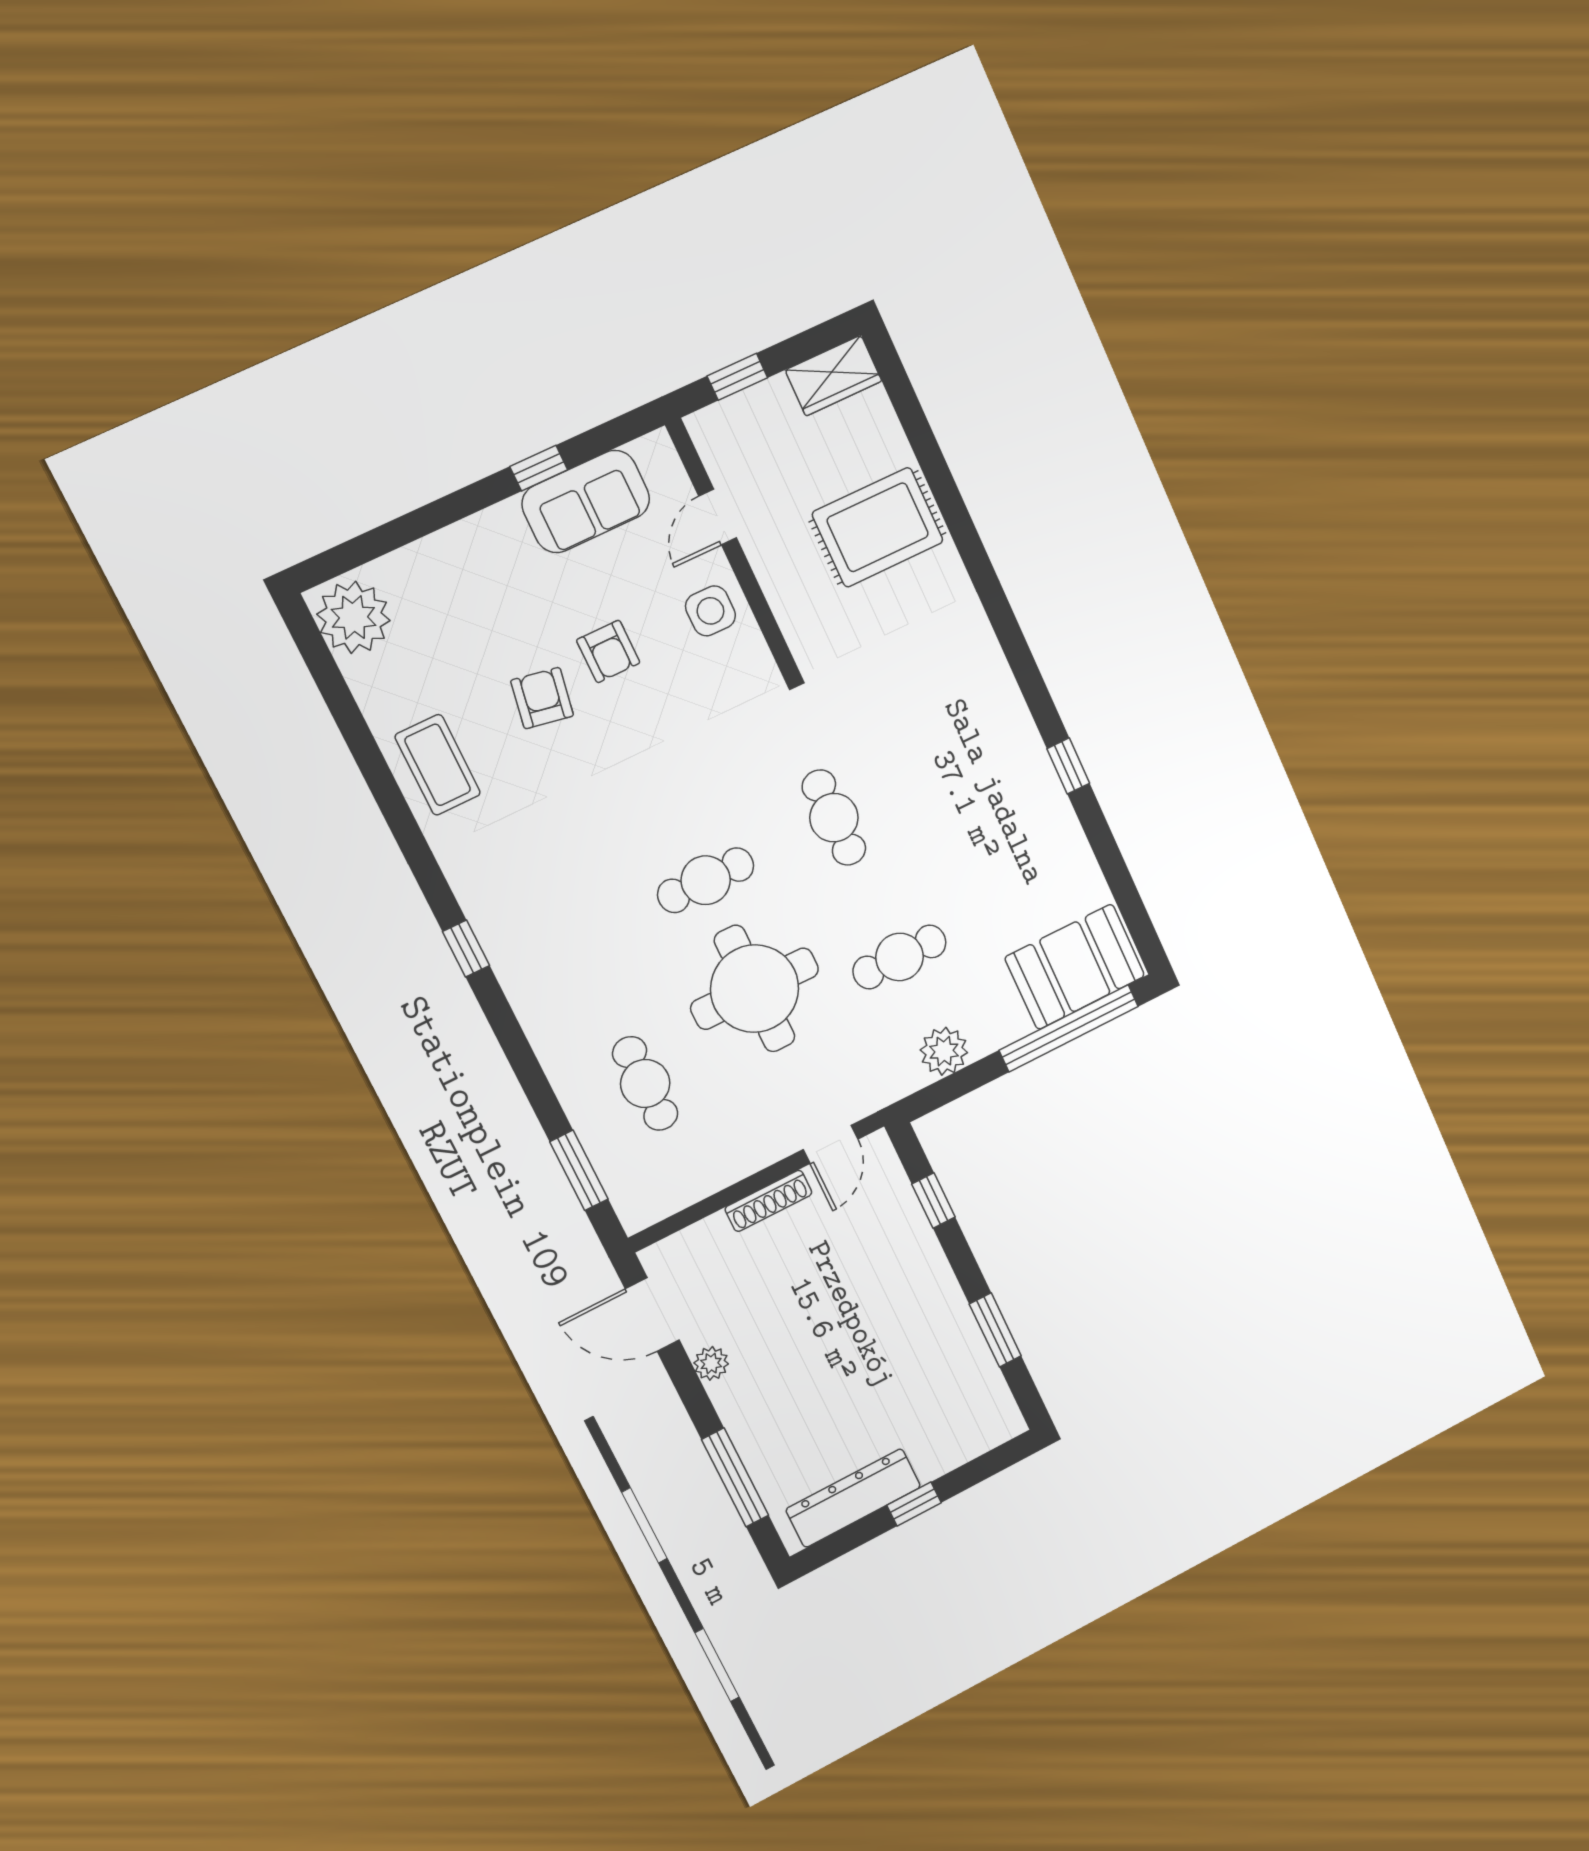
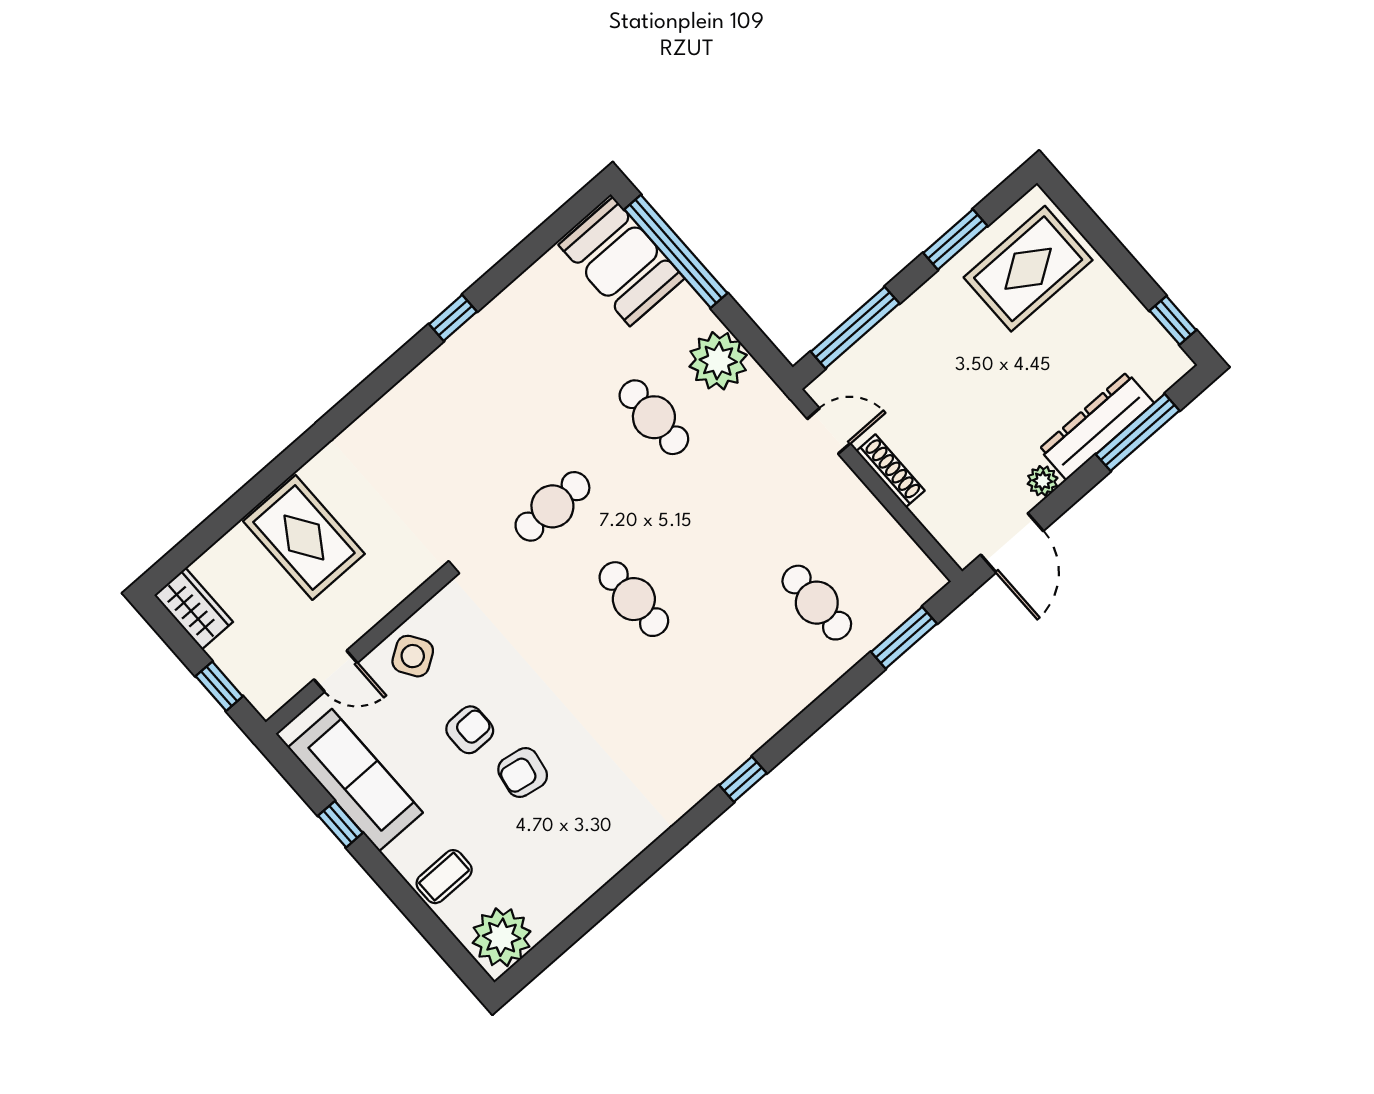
sofa: (586, 501) -> (355, 780), width x1.36
side table: (710, 611) -> (413, 656), turned -33
coffee table: (438, 765) -> (444, 877), moved, width x0.73, depth x0.77
round table: (755, 989) -> (713, 533), removed
plant: (944, 1051) -> (718, 361), width x1.36, depth x1.36
cafe table: (645, 1083) -> (817, 603), turned 90
window: (933, 1201) -> (855, 328), width x2.17
rug: (943, 1400) -> (1028, 269), added
dresser: (853, 1498) -> (1097, 426), moved, turned 90
window: (914, 1504) -> (1173, 320), moved

